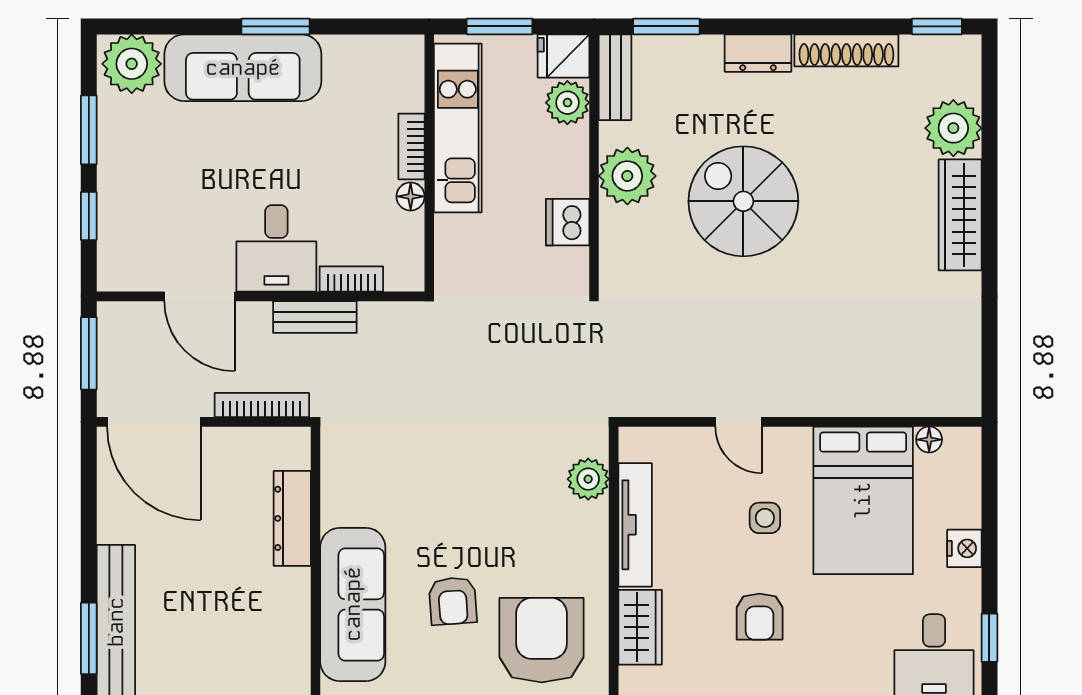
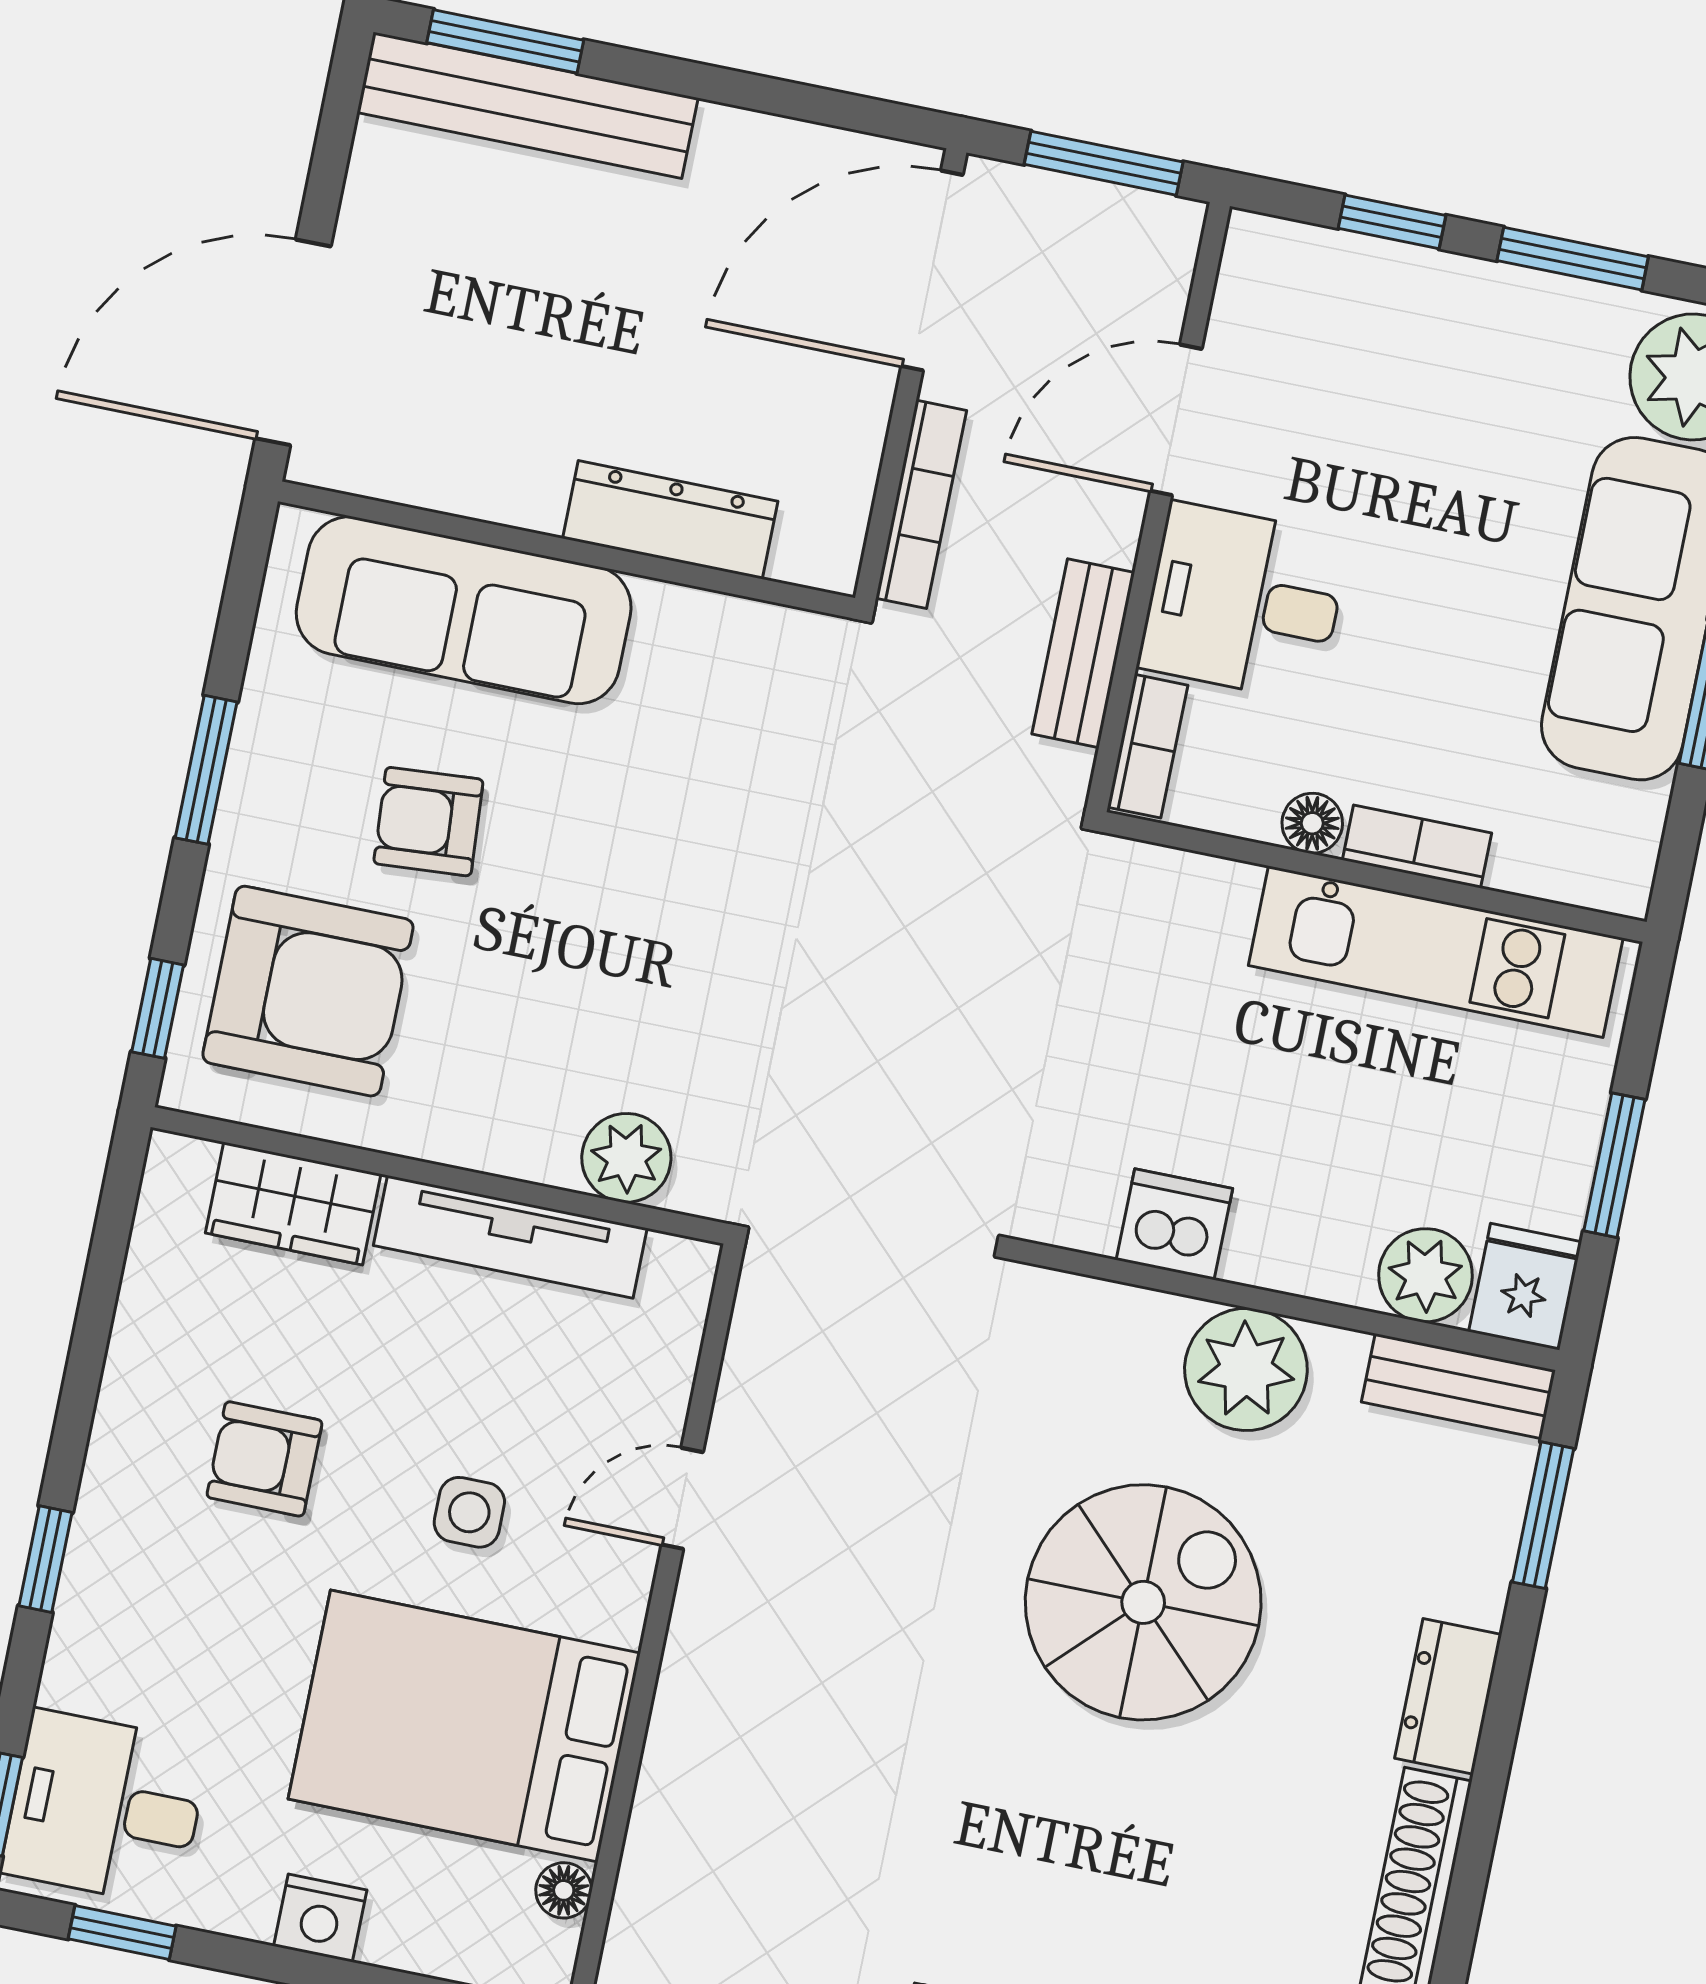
kitchen unit: (458, 128) -> (1436, 952), moved
bookcase: (411, 146) -> (1417, 847), moved
wall: (429, 163) -> (1375, 877), moved
floor lamp: (411, 196) -> (1312, 823), moved

